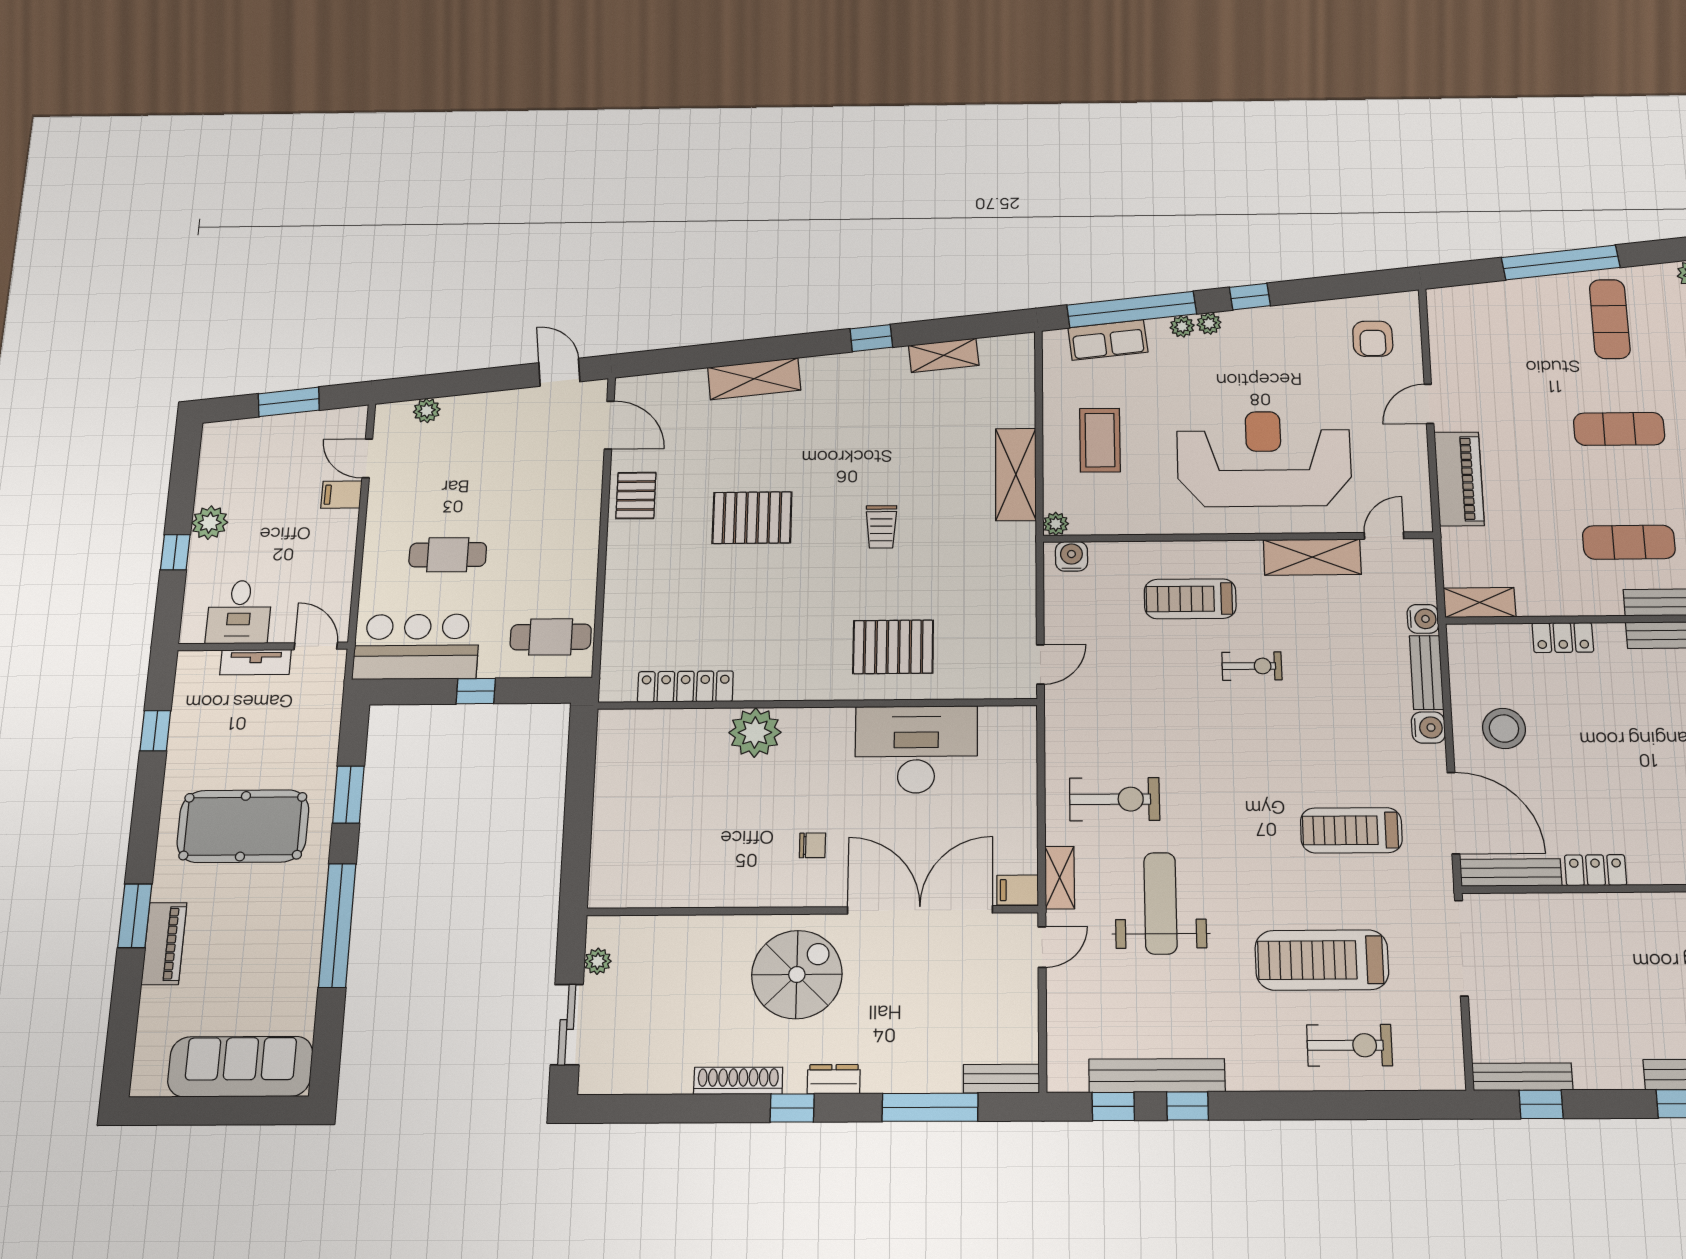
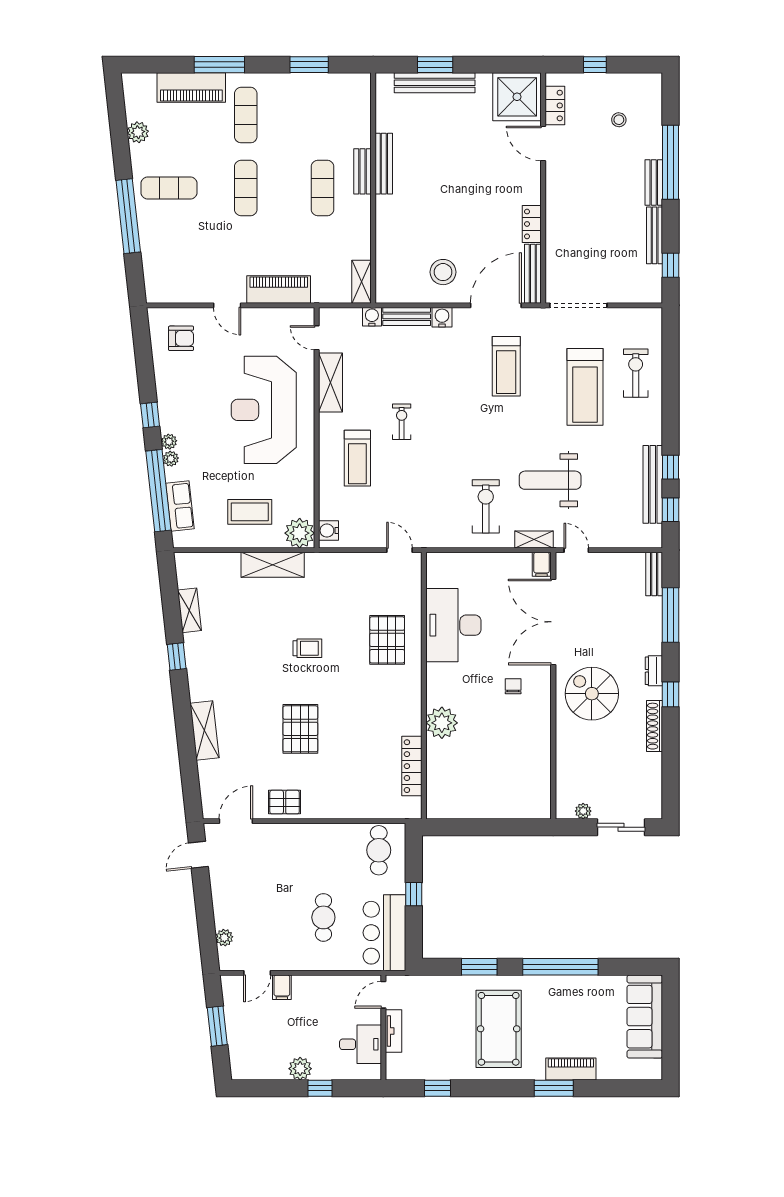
plant: (1056, 524) -> (300, 533), width x1.88, depth x1.88
locker: (1563, 638) -> (385, 233), removed
bench: (1522, 1077) -> (655, 235), moved

